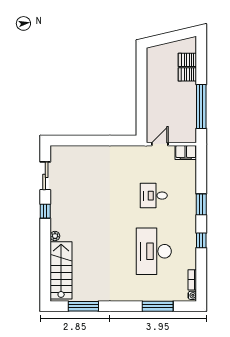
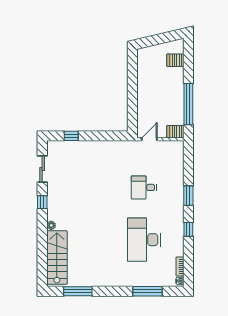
server rack: (187, 74) -> (175, 132), moved
window: (76, 141) -> (71, 136), added
filing cabinet: (186, 153) -> (174, 147), removed

